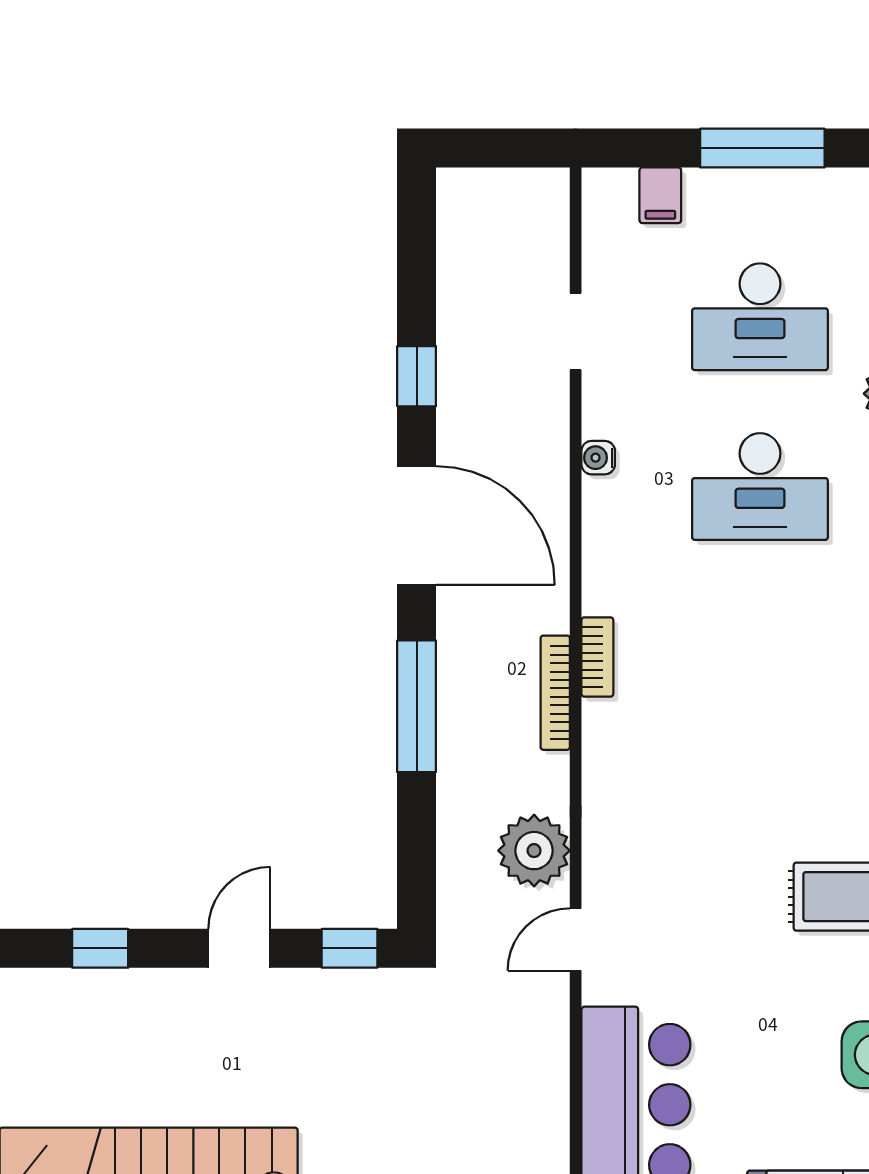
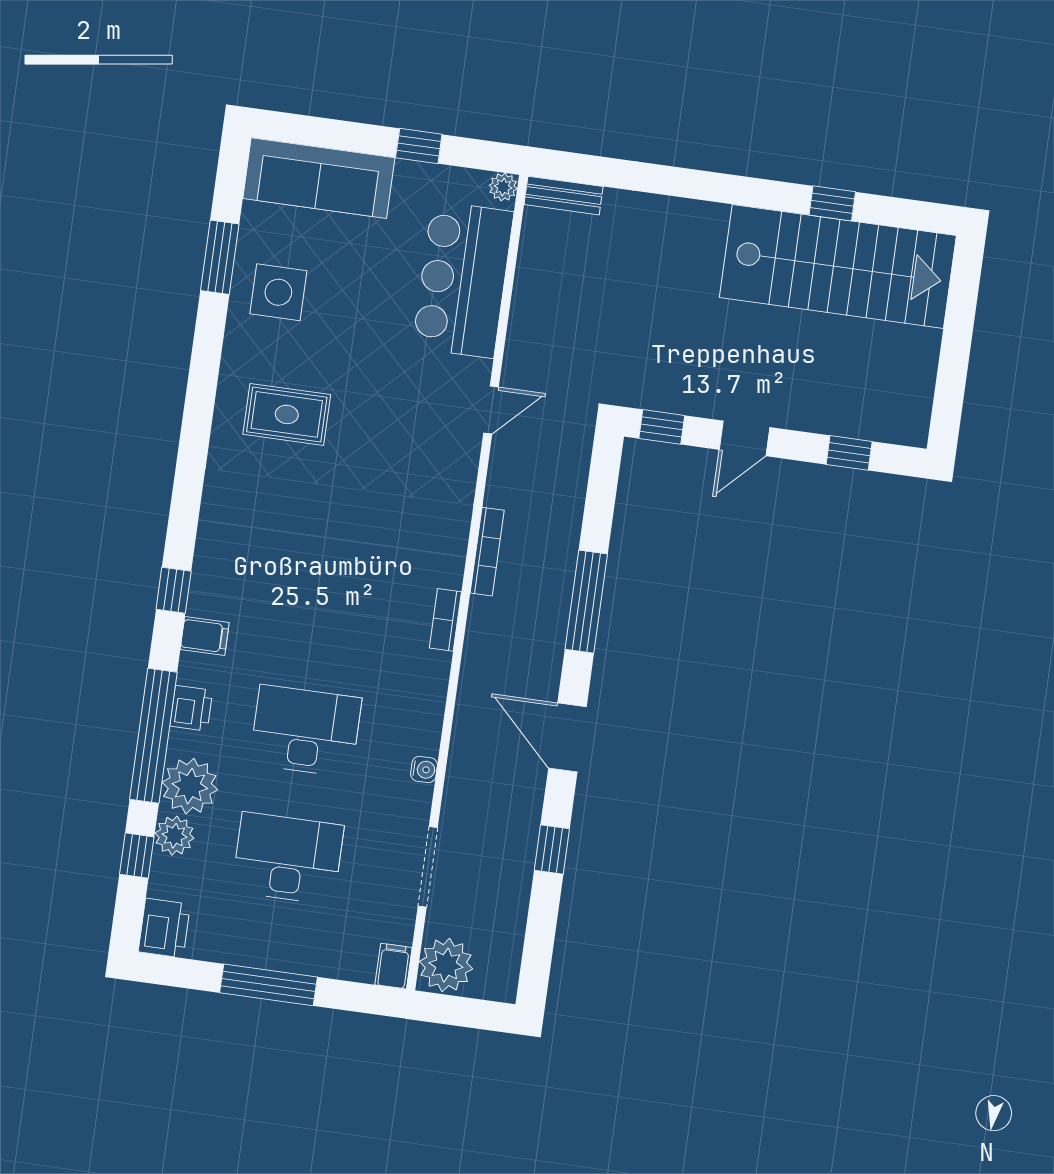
filing cabinet: (660, 195) -> (394, 966), moved
doorway: (576, 331) -> (428, 867), width x1.38
door: (417, 525) -> (567, 738), width x0.73
bookcase: (555, 693) -> (487, 552), moved
plant: (534, 851) -> (446, 965), moved

